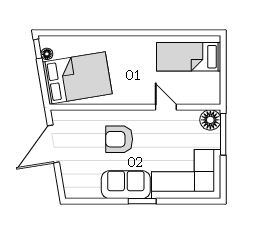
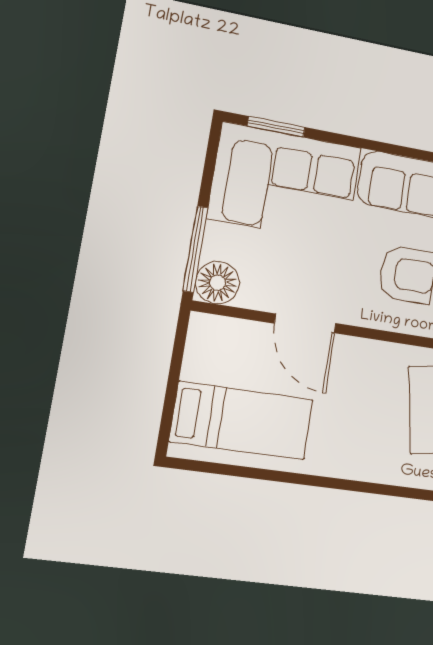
door: (166, 107) -> (305, 323), width x1.38
window: (142, 201) -> (276, 127), moved

